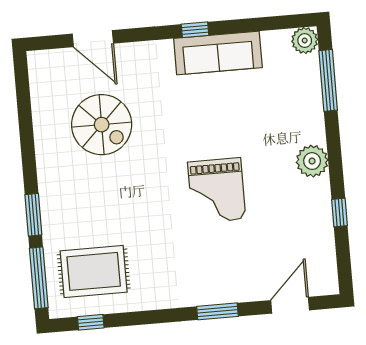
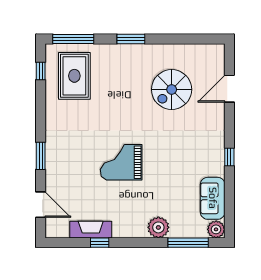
sofa: (218, 53) -> (213, 198), moved, width x0.73
plant: (312, 161) -> (158, 227), moved
window: (33, 215) -> (131, 39), moved
fireplace: (321, 227) -> (91, 230), added

